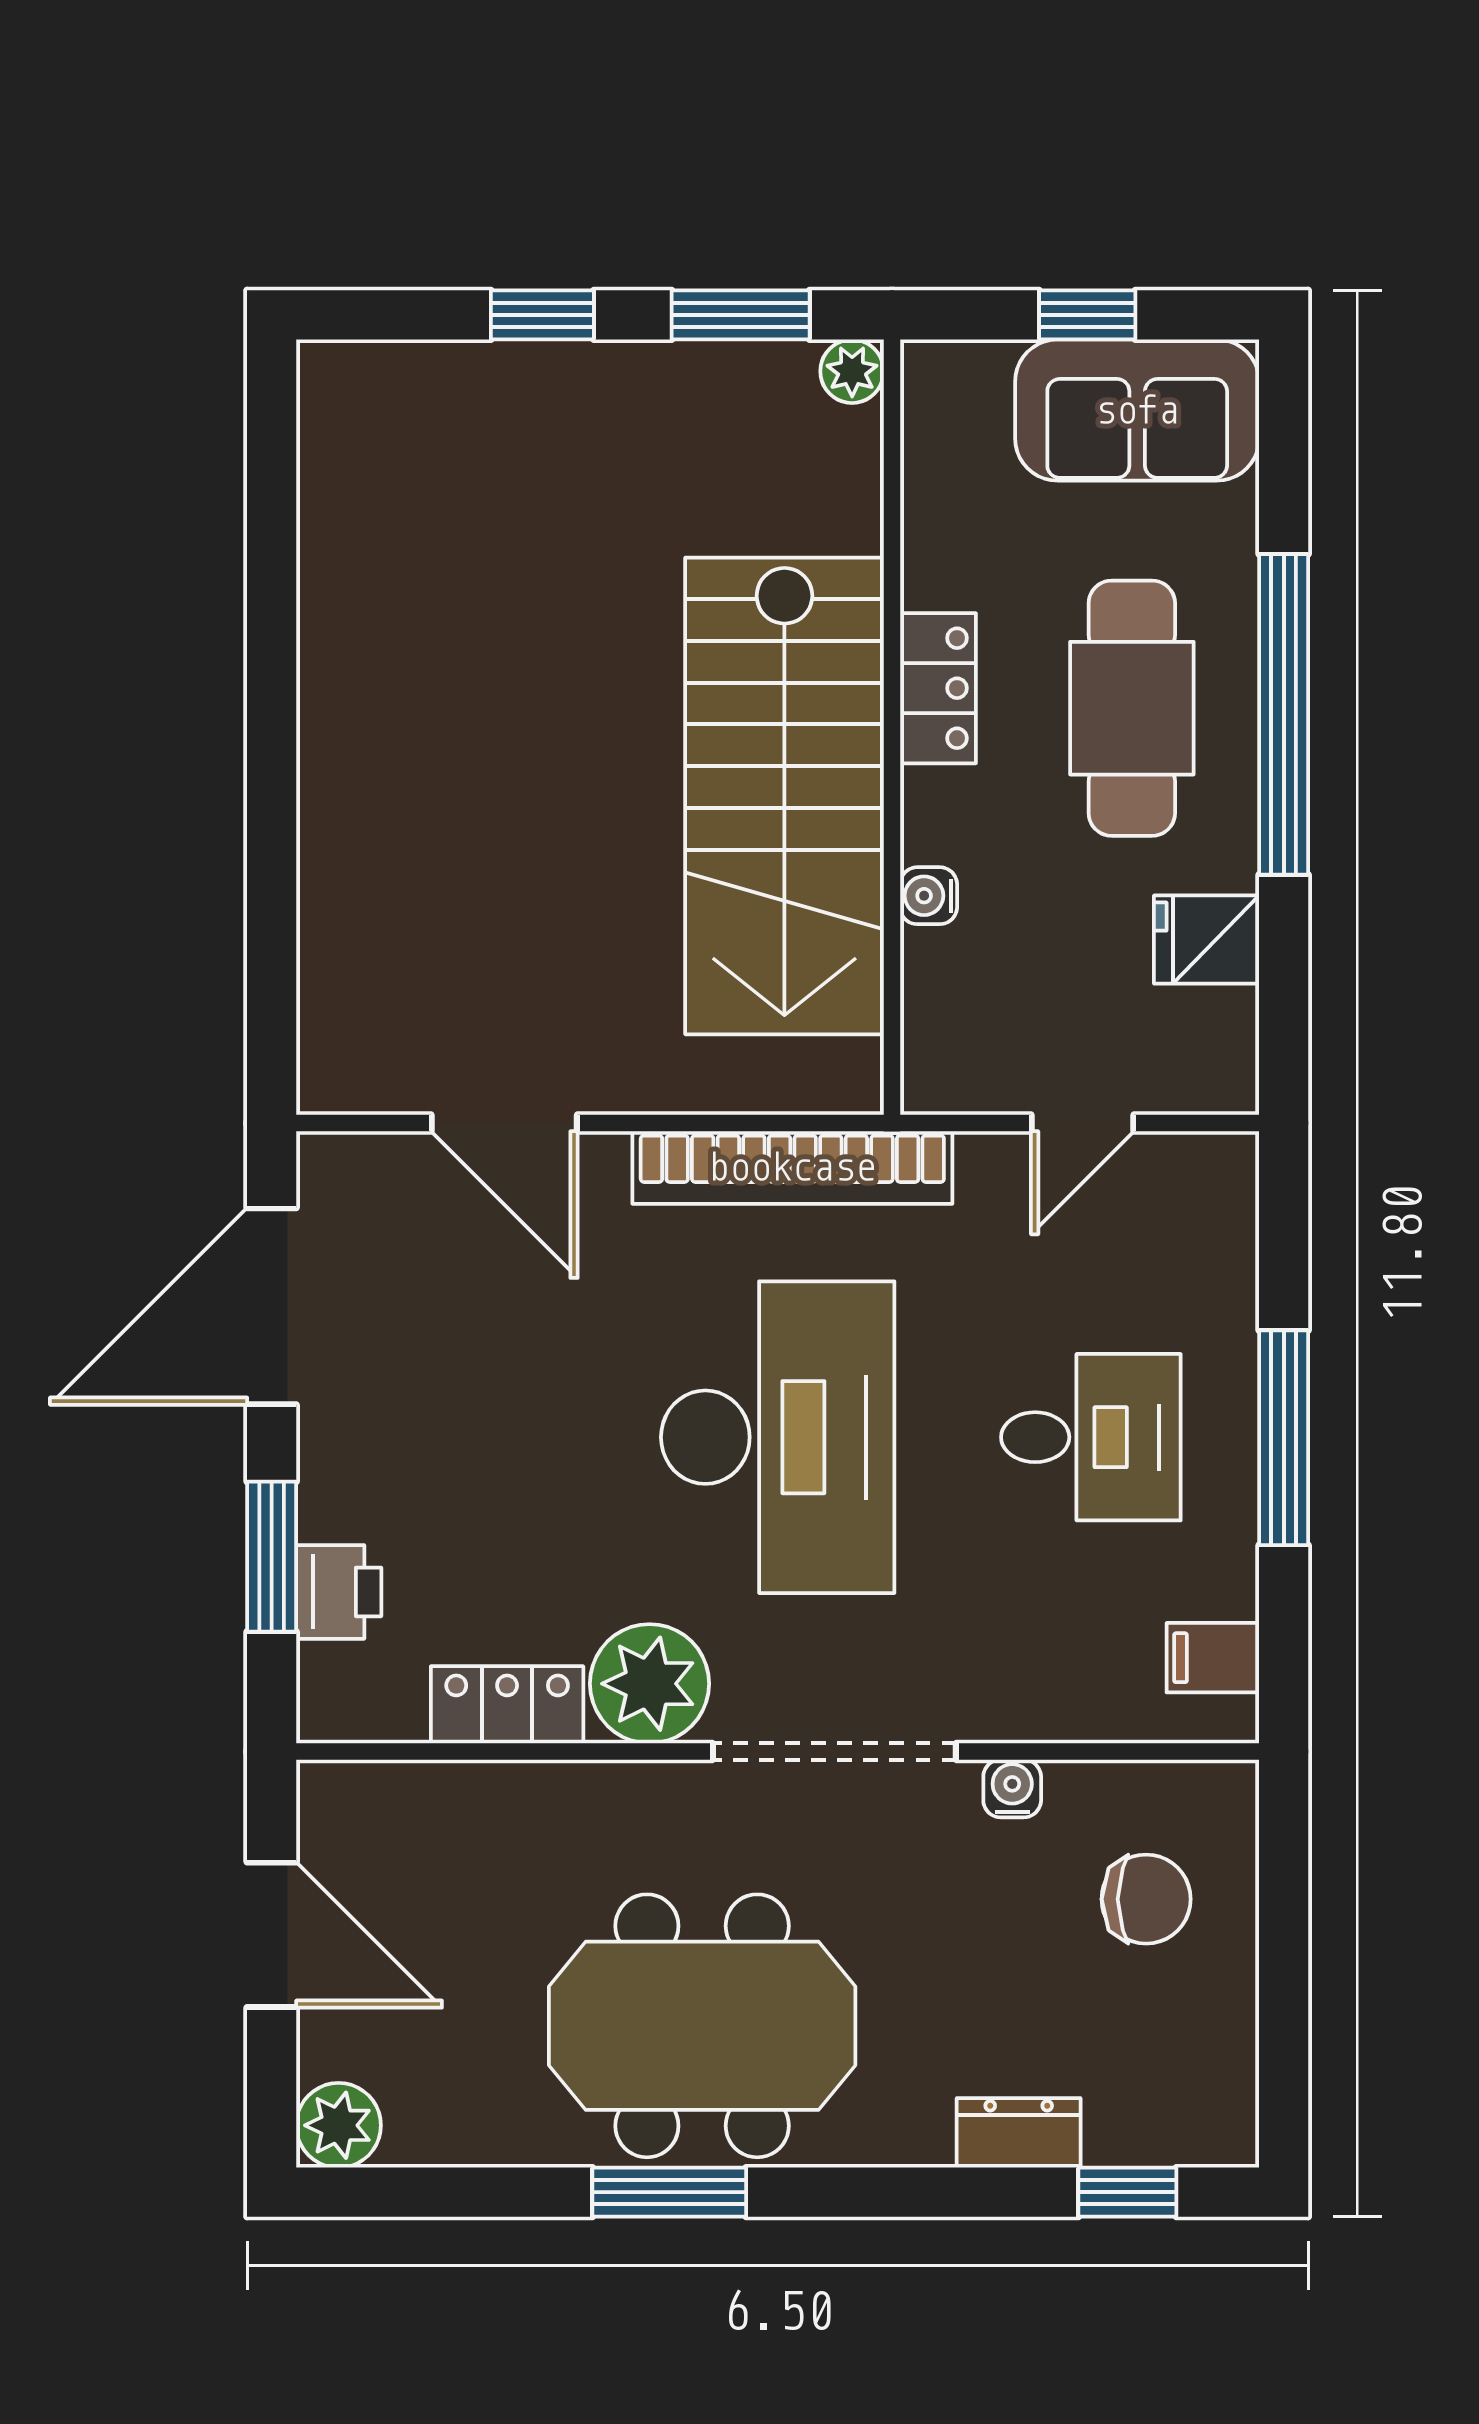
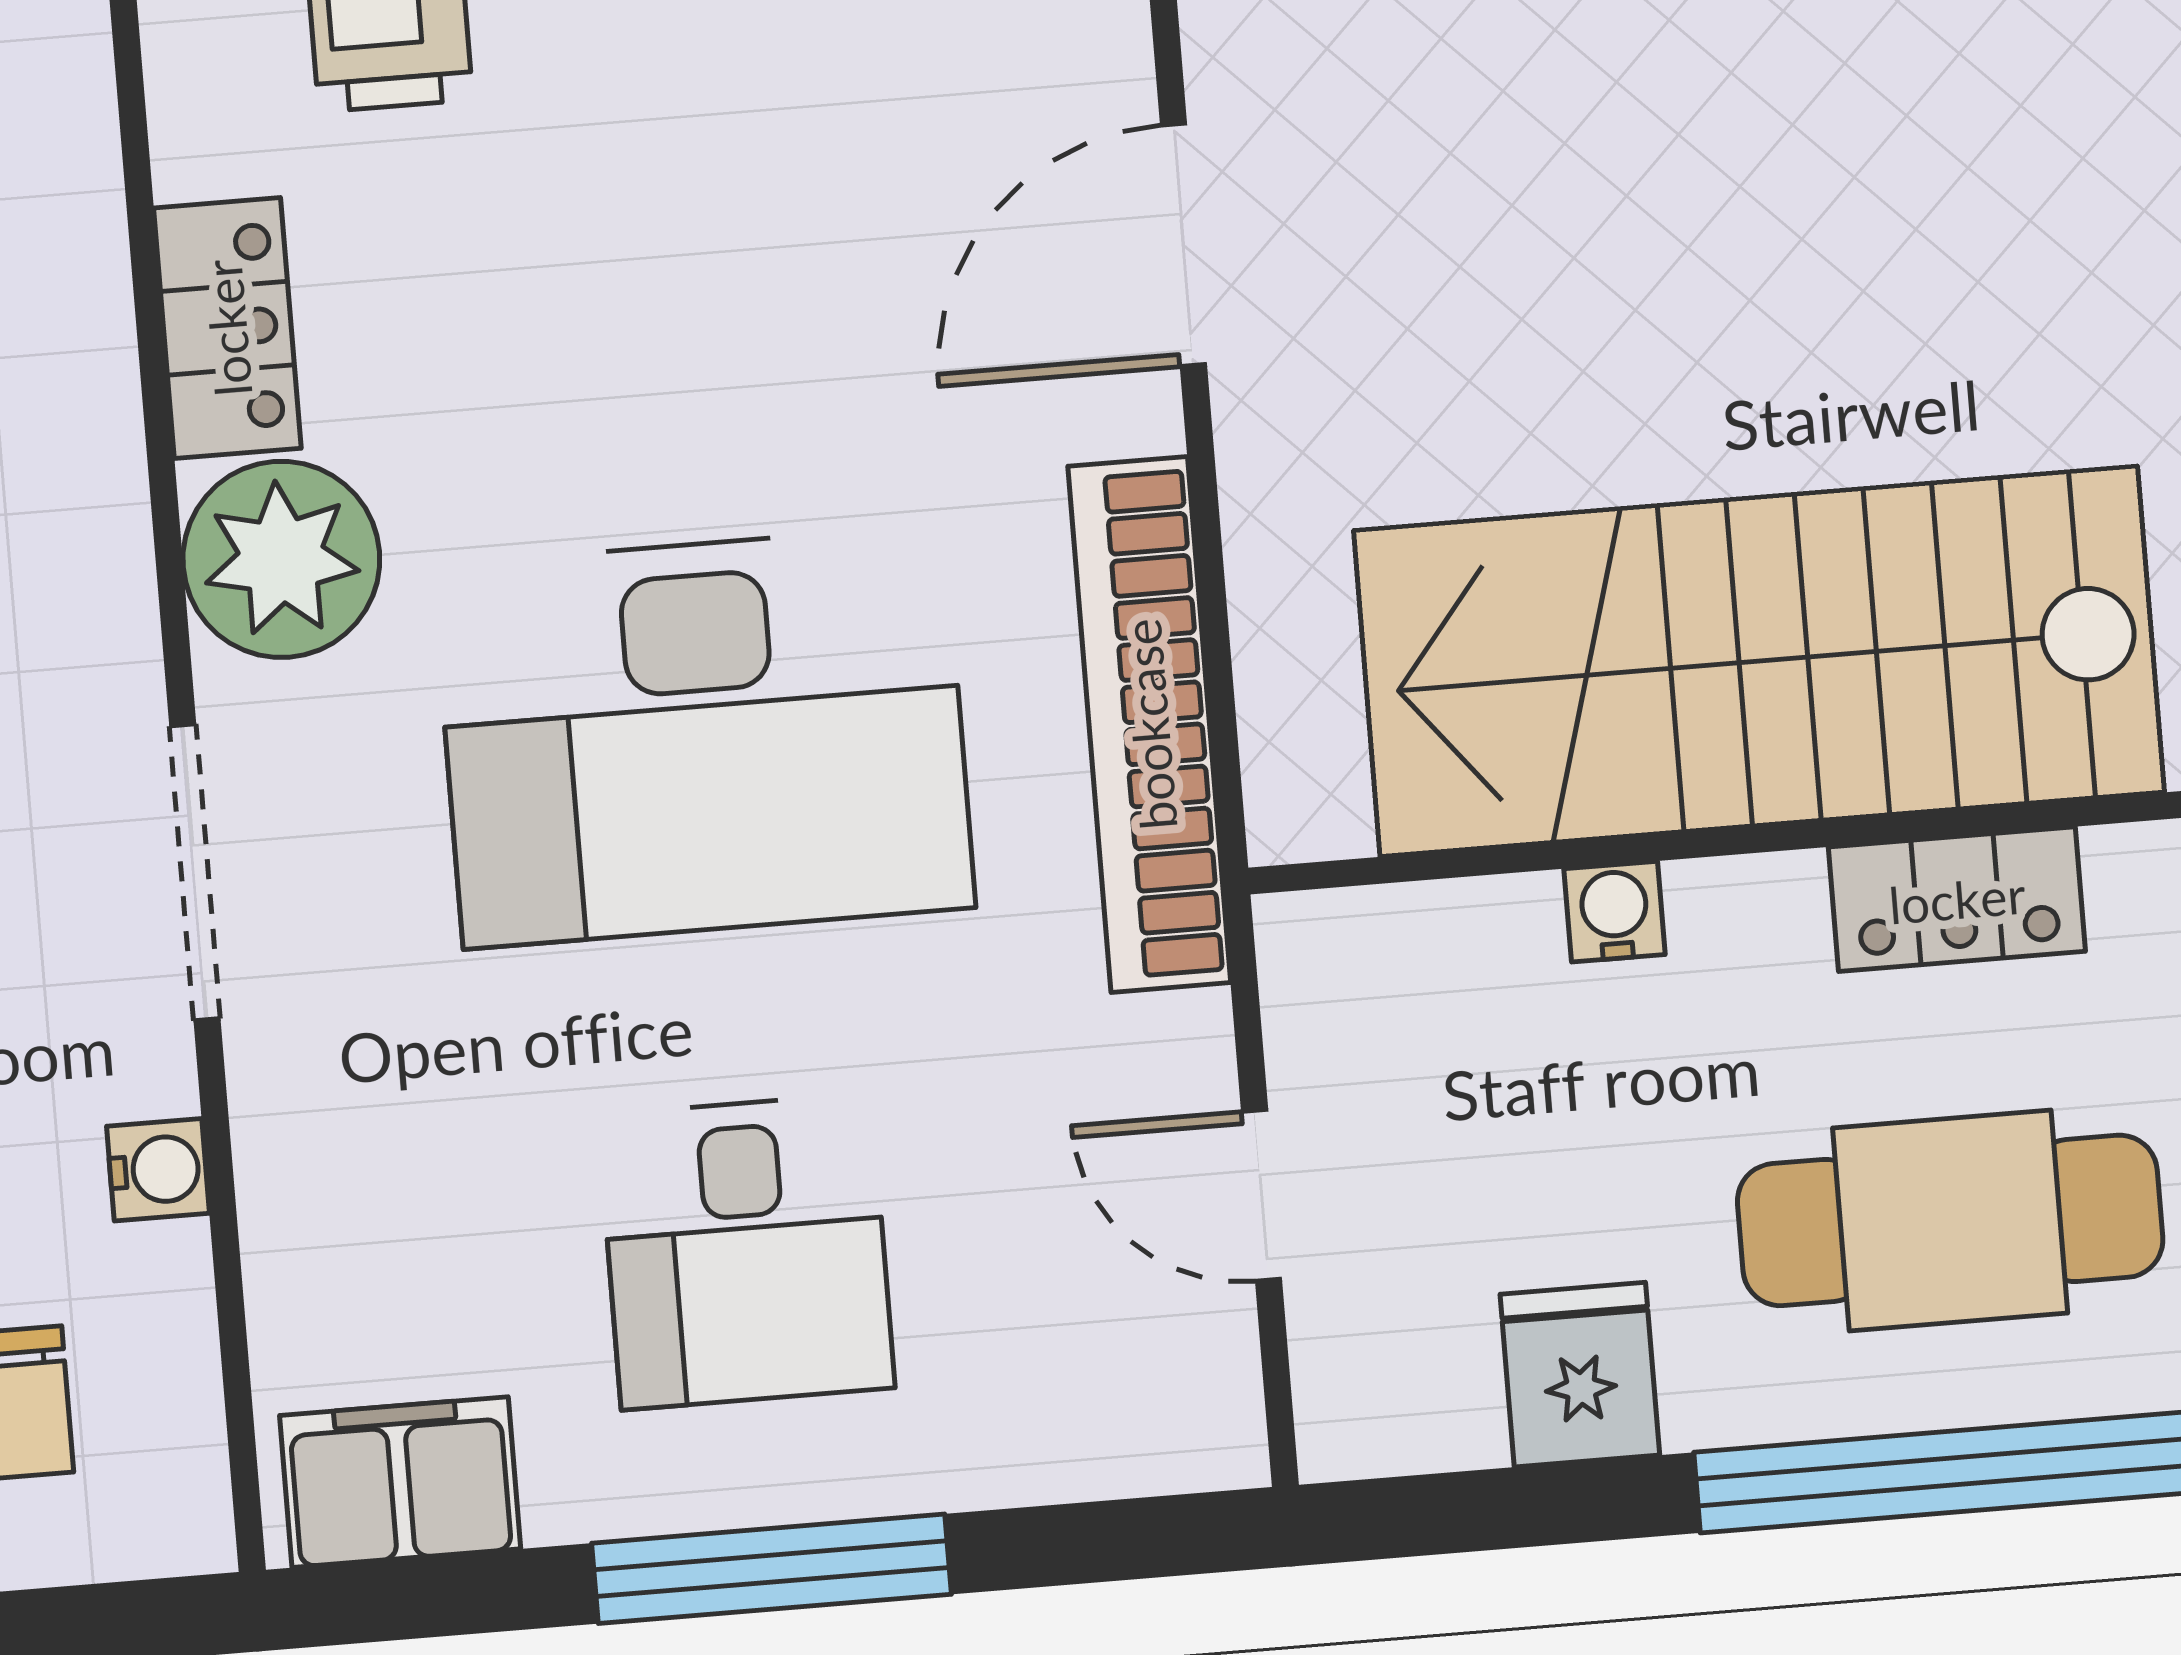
filing cabinet: (1213, 1658) -> (400, 1482), width x2.00
doorway: (834, 1751) -> (195, 872), width x0.73

